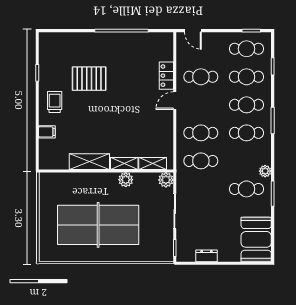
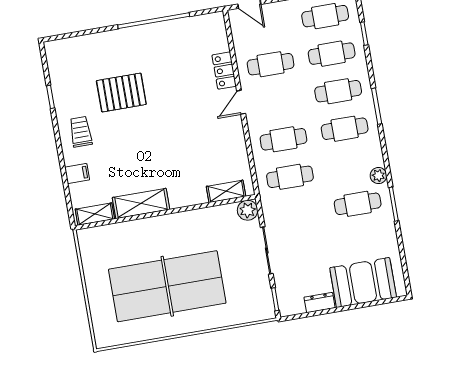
shelving: (124, 163) -> (95, 214), moved
plant: (126, 180) -> (194, 219), removed
booth: (256, 239) -> (363, 283), moved, turned 90

